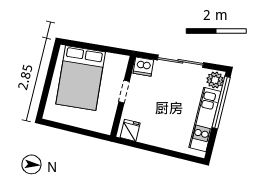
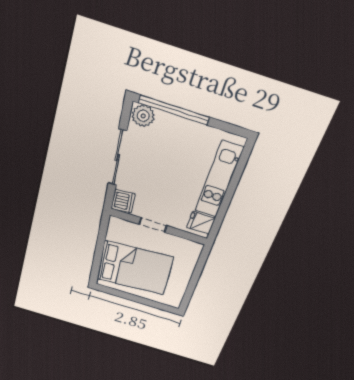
kitchen unit: (205, 119) -> (219, 180), moved, turned 90

